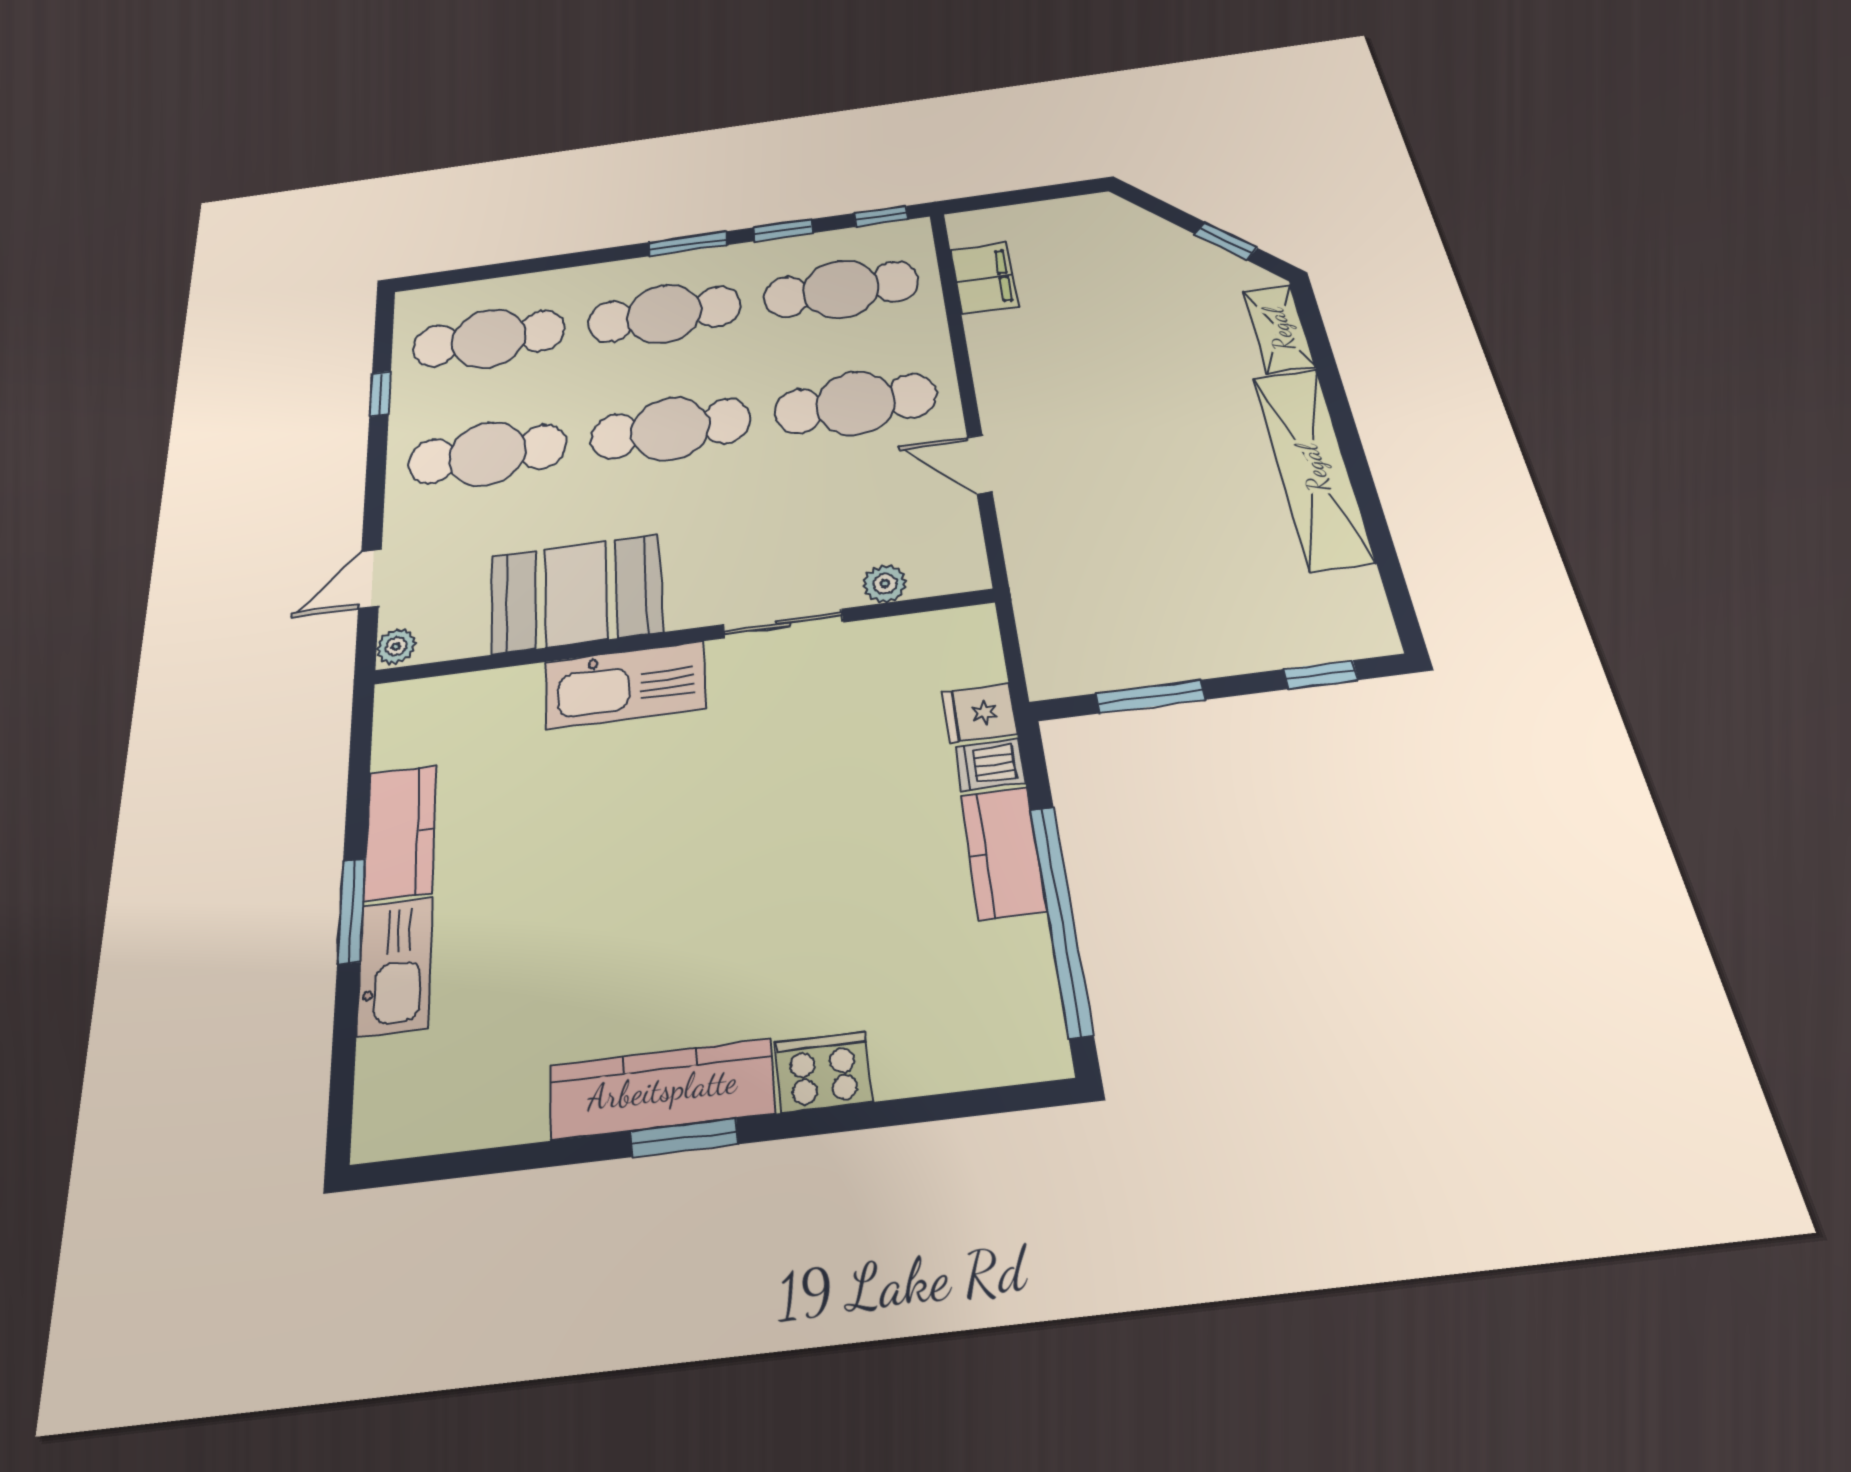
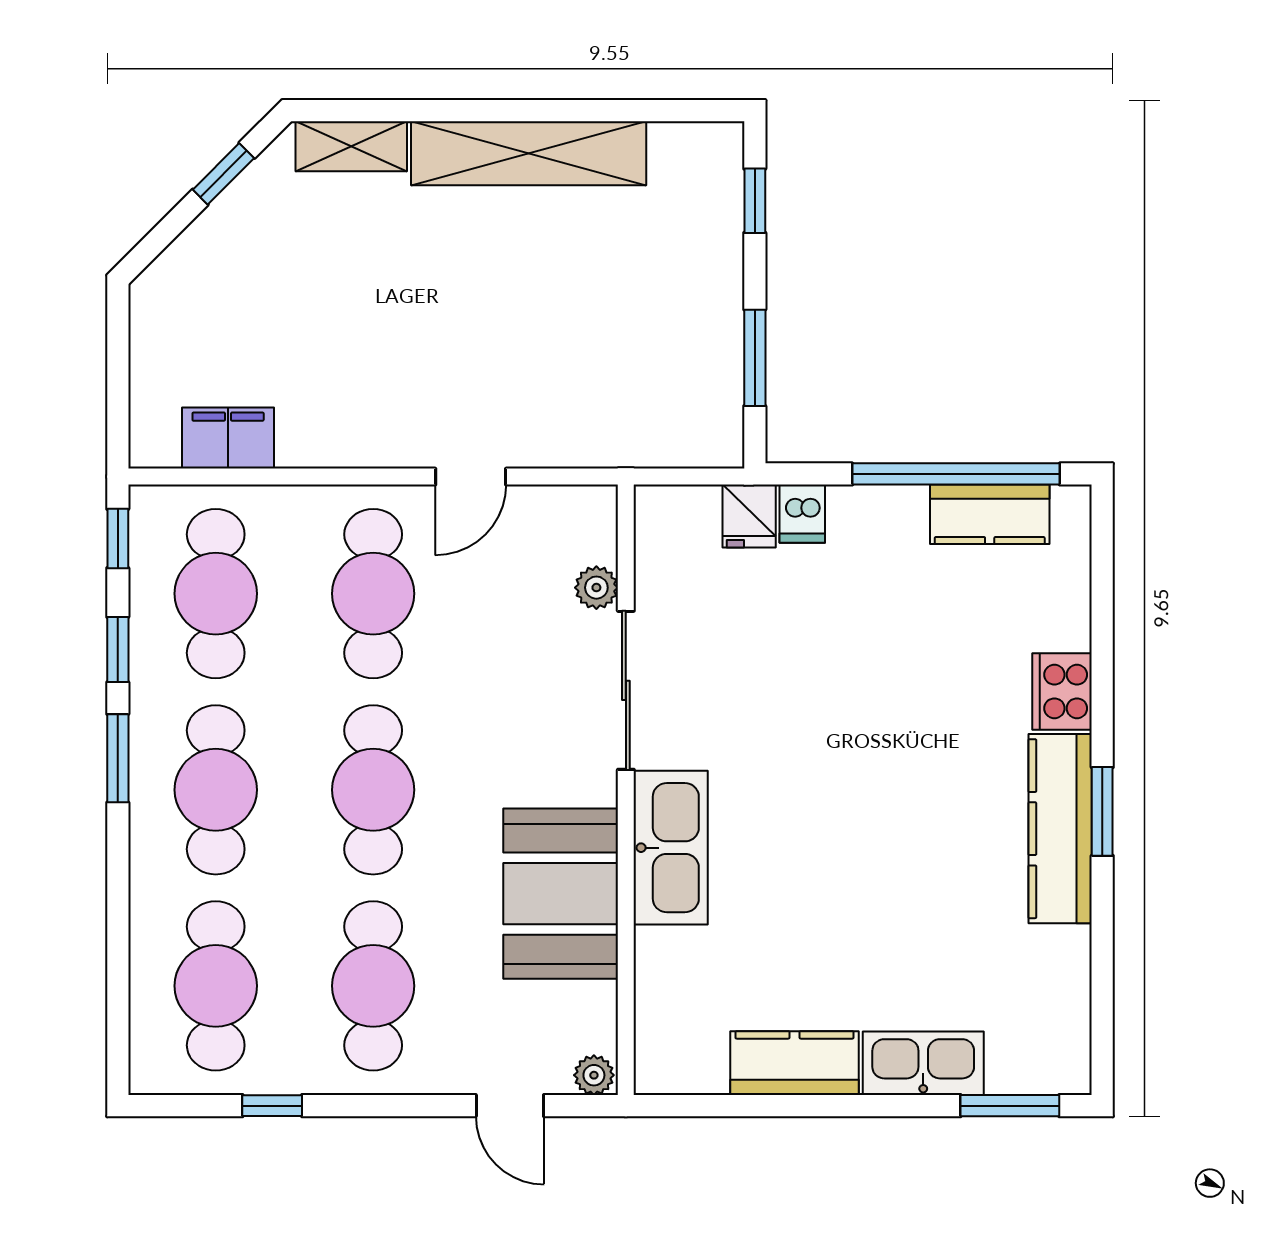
sliding door: (783, 623) -> (626, 690), width x1.37
kitchen counter: (1003, 853) -> (990, 514), moved
window: (351, 911) -> (1010, 1106), moved

